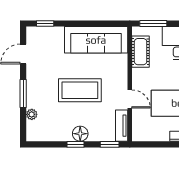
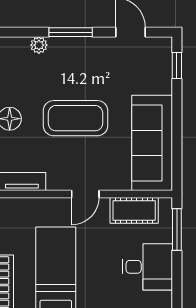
coffee table: (80, 90) -> (75, 118), turned 90
door: (130, 99) -> (85, 194), moved

